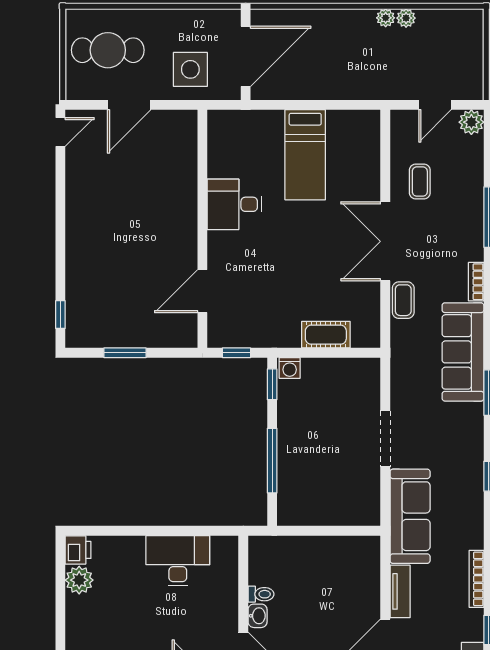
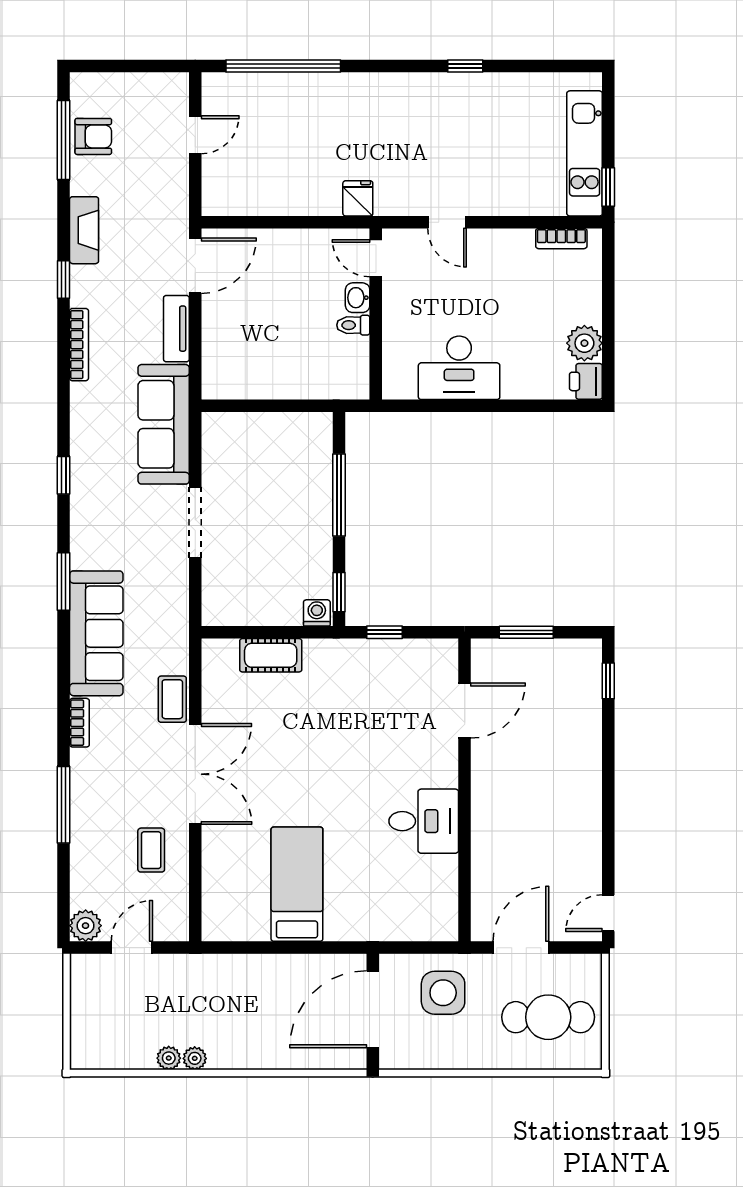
desk: (234, 204) -> (424, 821), moved
wall: (202, 229) -> (465, 790), moved
door: (202, 291) -> (465, 711), moved

